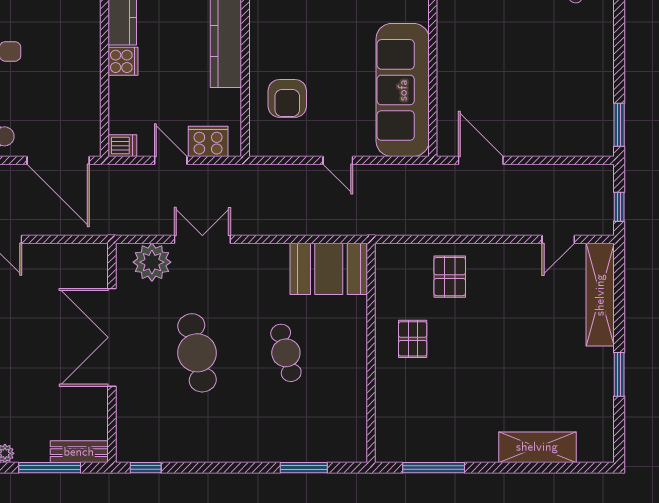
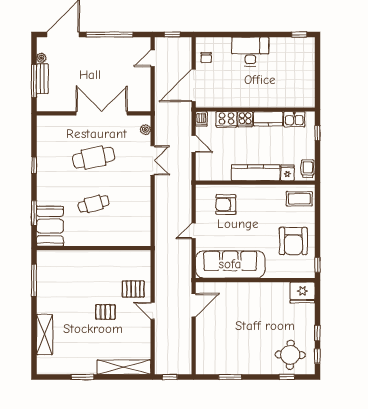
window: (619, 125) -> (230, 377), moved
cooker: (208, 141) -> (226, 119), moved, turned 90
door: (171, 160) -> (194, 144), hinge flipped
door: (558, 239) -> (153, 311), moved
plant: (152, 262) -> (145, 130), width x0.53, depth x0.53
booth: (329, 269) -> (50, 226), moved
pallet: (413, 339) -> (105, 312), moved
bench: (79, 452) -> (42, 79), moved
window: (146, 468) -> (34, 165), moved

